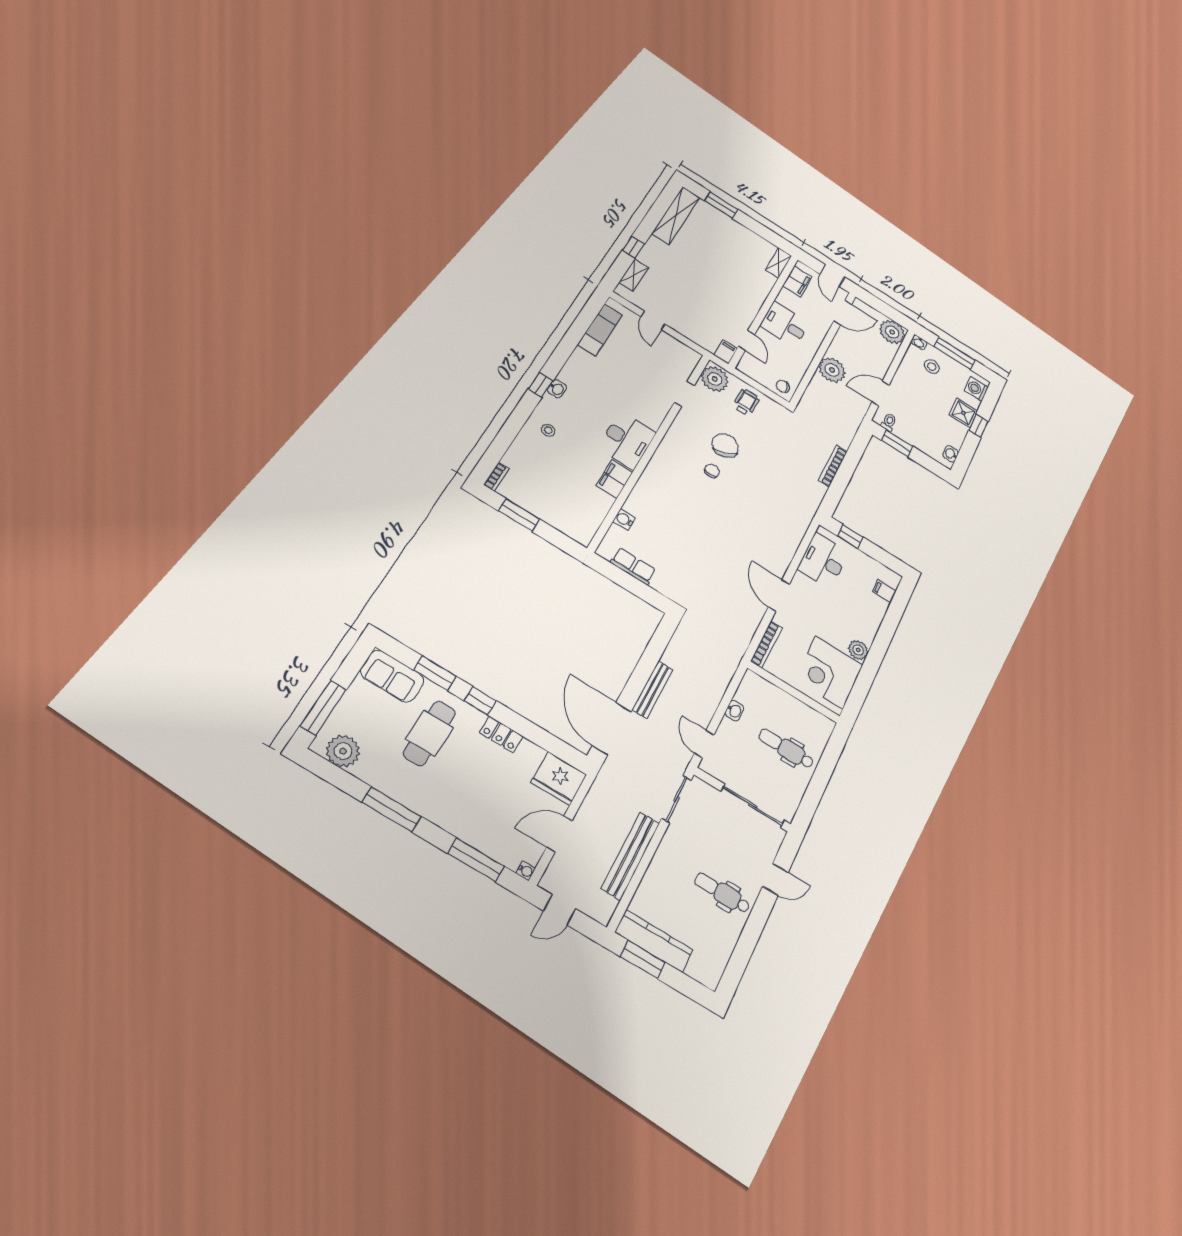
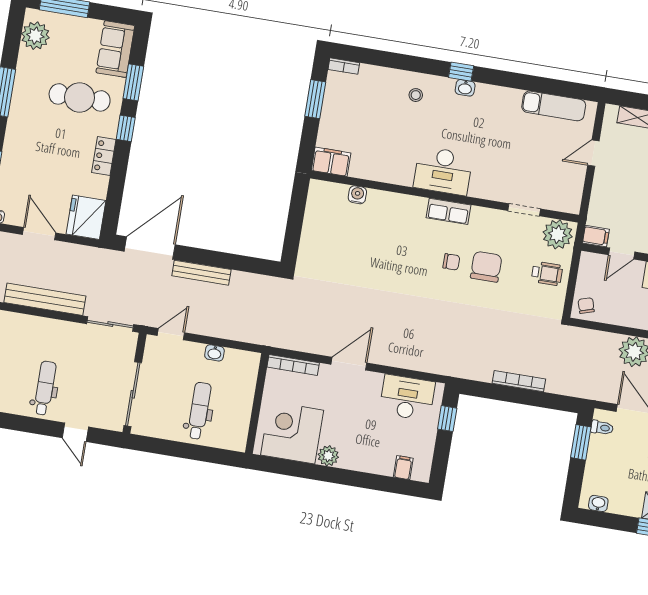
chair: (725, 446) -> (486, 267), turned -66
filing cabinet: (614, 479) -> (331, 162), moved
row of seats: (633, 566) -> (448, 211), moved, turned 90

